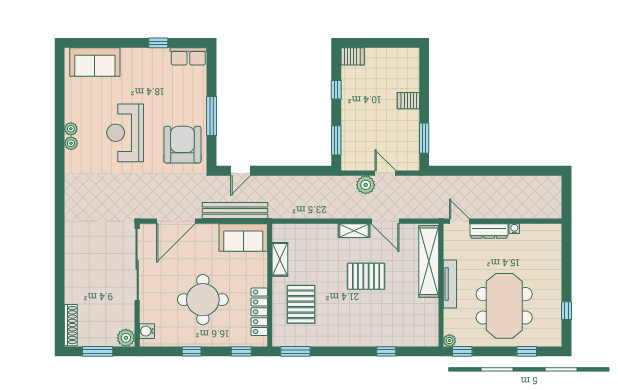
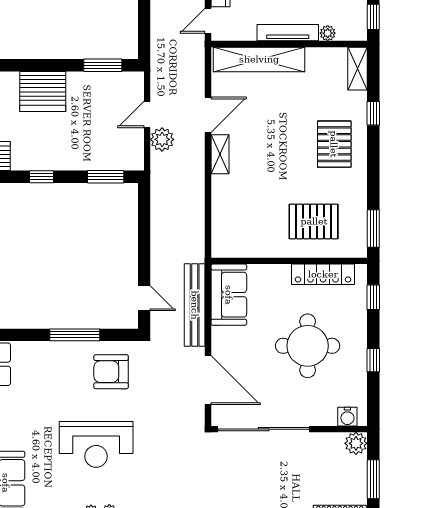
server rack: (408, 101) -> (43, 91), width x2.18, depth x1.44
armchair: (182, 145) -> (111, 372), width x0.73, depth x0.73
shelving: (280, 259) -> (357, 69), moved, turned 90
pallet: (366, 276) -> (334, 144), moved
plant: (449, 341) -> (328, 33), moved

